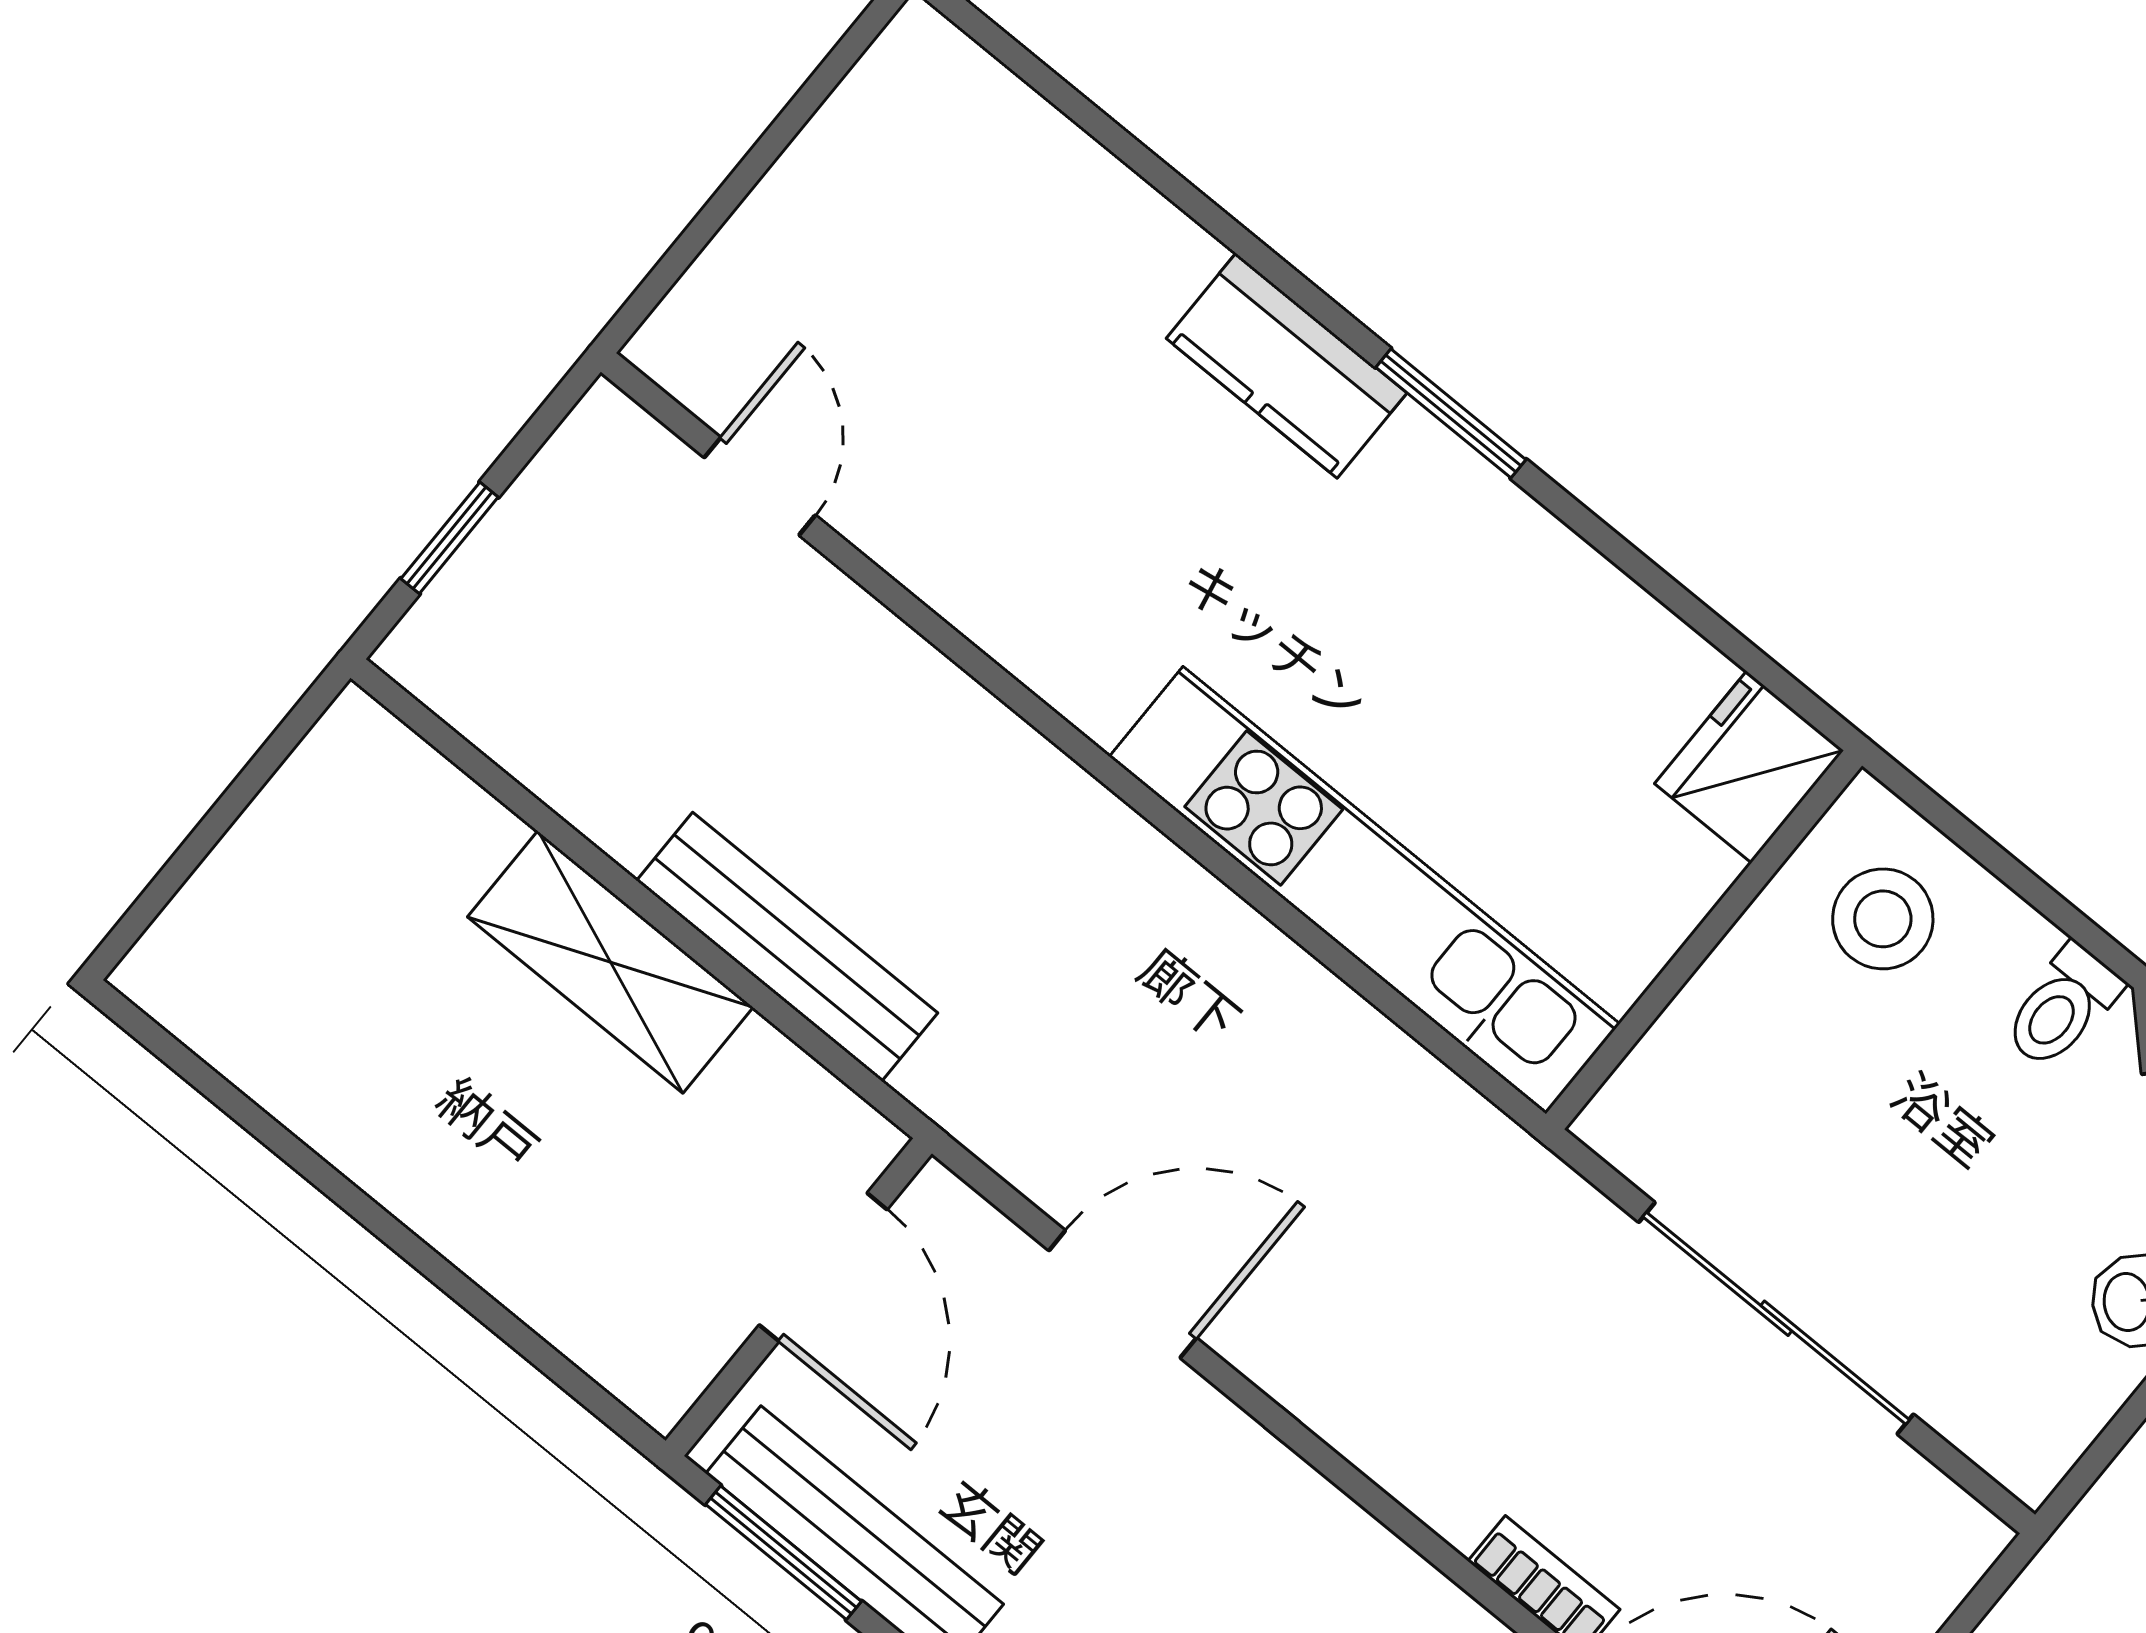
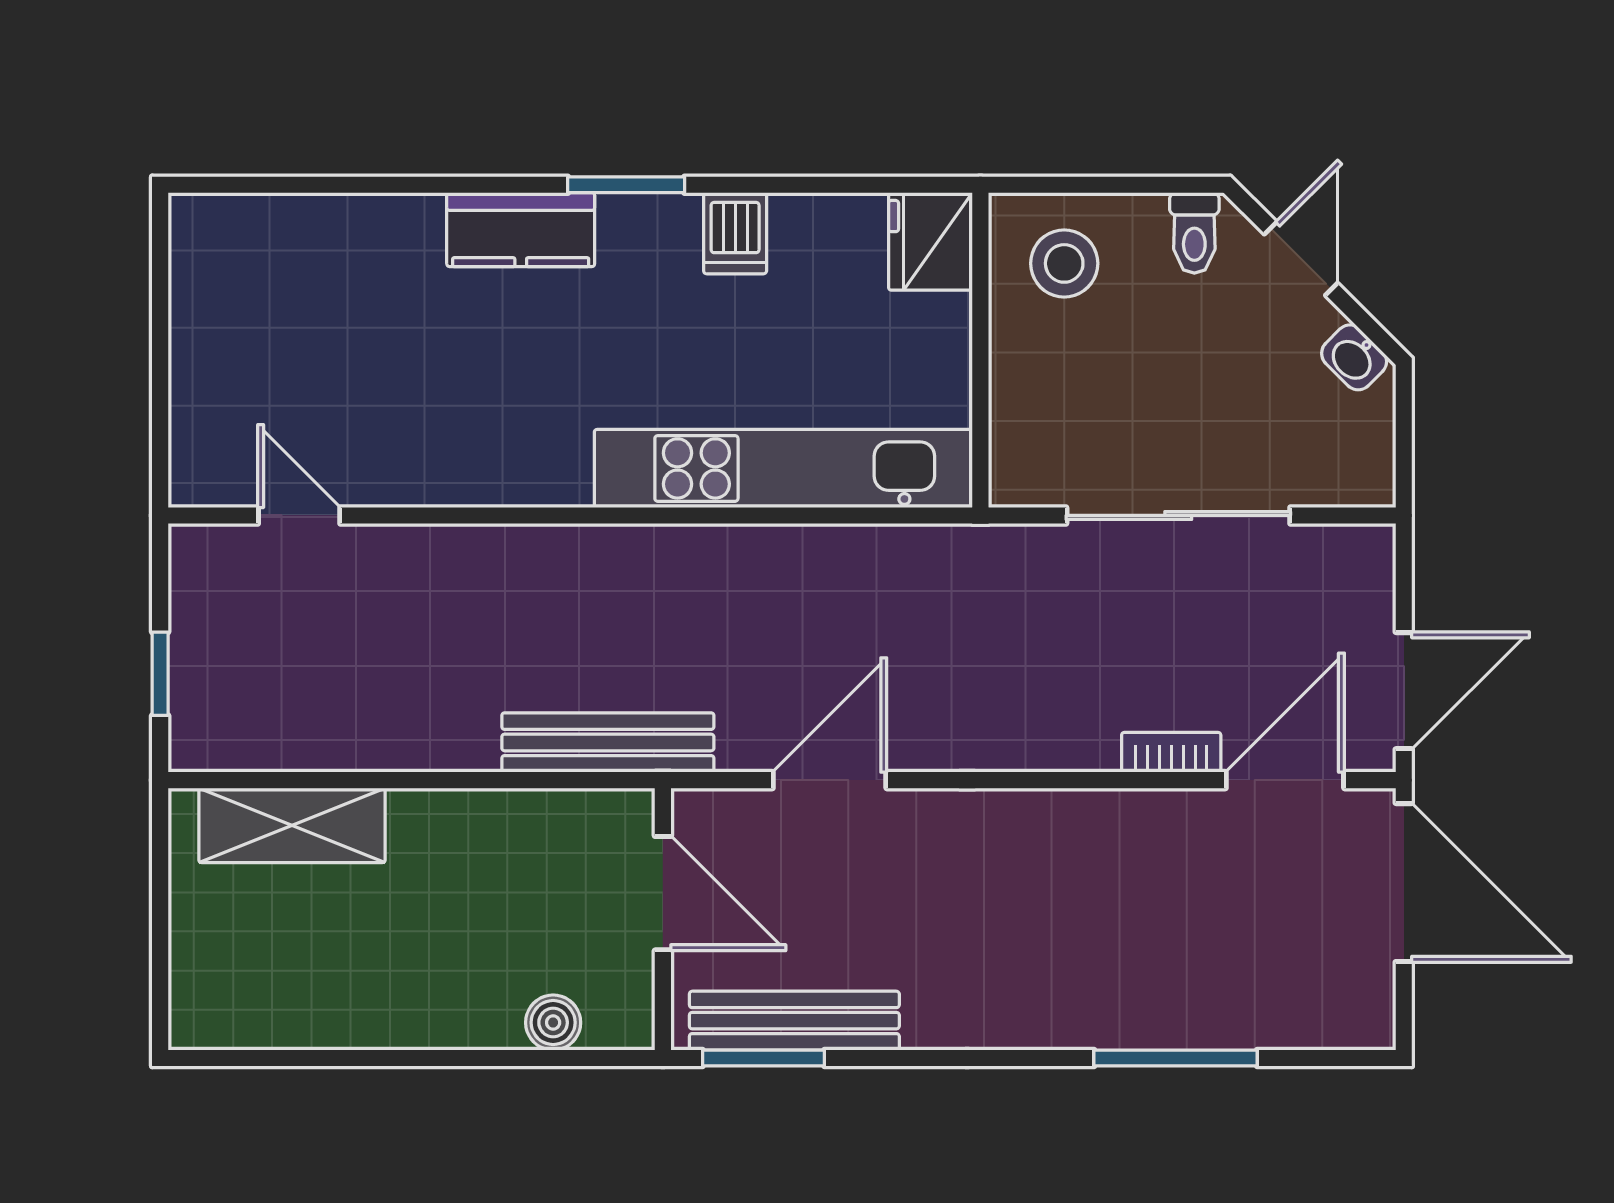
dishwasher: (1531, 573) -> (735, 233), added
bench: (787, 947) -> (608, 742), moved
shelving: (610, 962) -> (292, 825), moved
boiler: (574, 1313) -> (553, 1023), added

